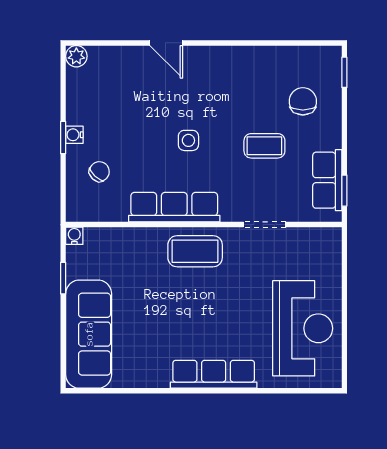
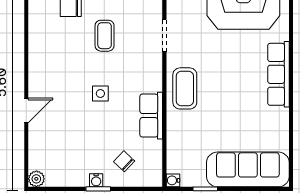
row of seats: (174, 207) -> (151, 116), width x0.68

